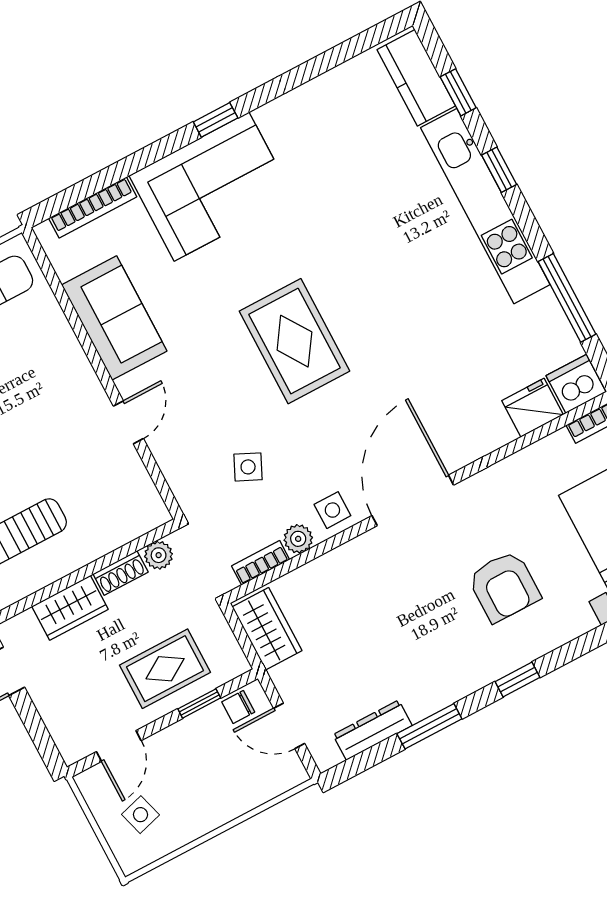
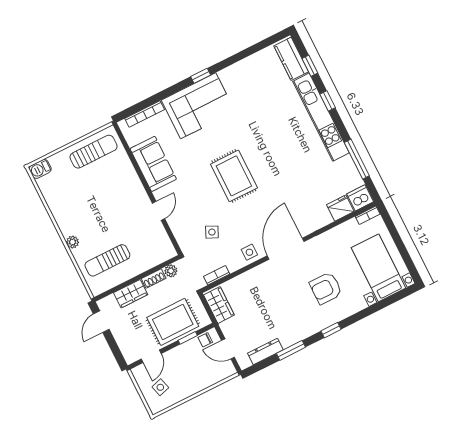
plant: (298, 539) -> (234, 265), removed
armchair: (504, 586) -> (326, 288), turned 90
rug: (165, 669) -> (173, 322), width x1.36, depth x1.43

